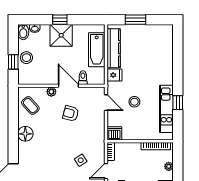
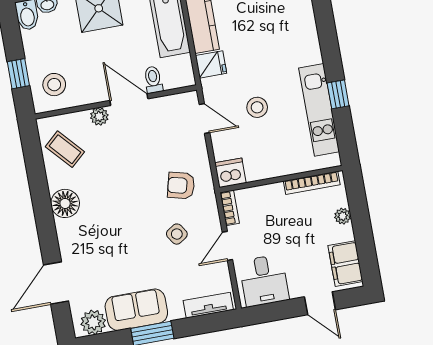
stool: (26, 58) -> (54, 85), moved
armchair: (71, 113) -> (181, 186), moved

